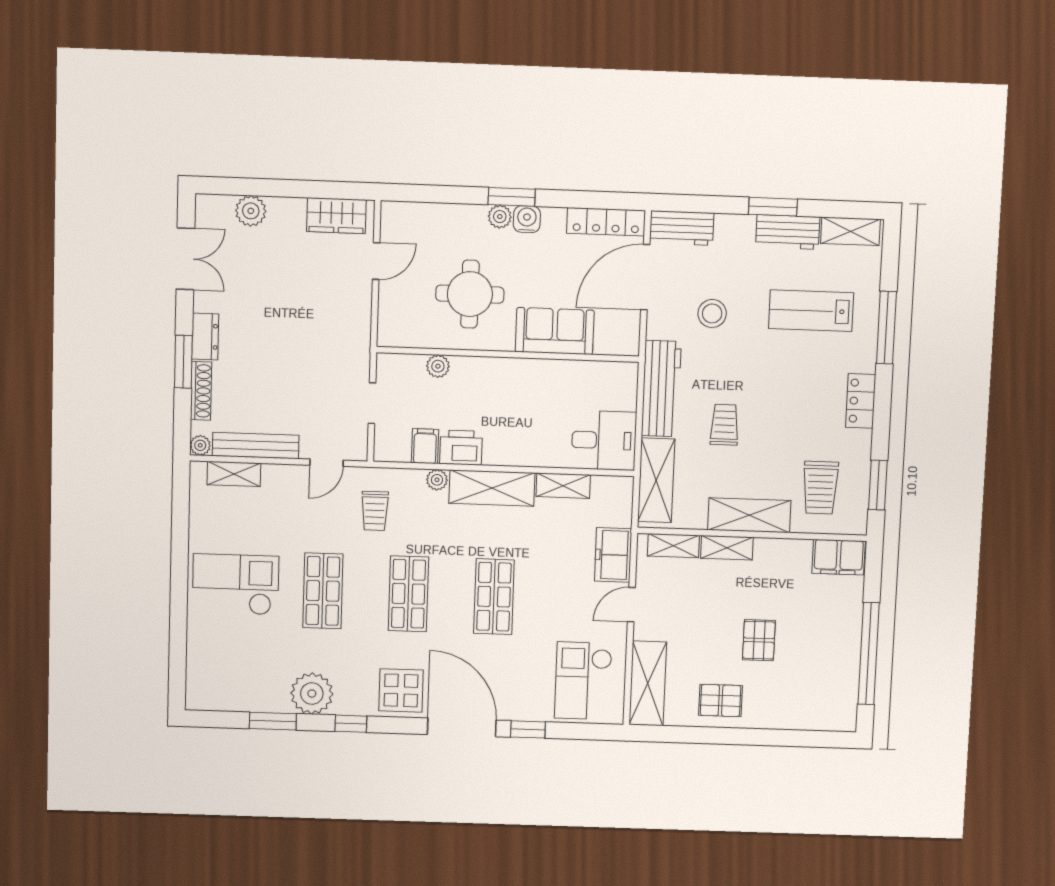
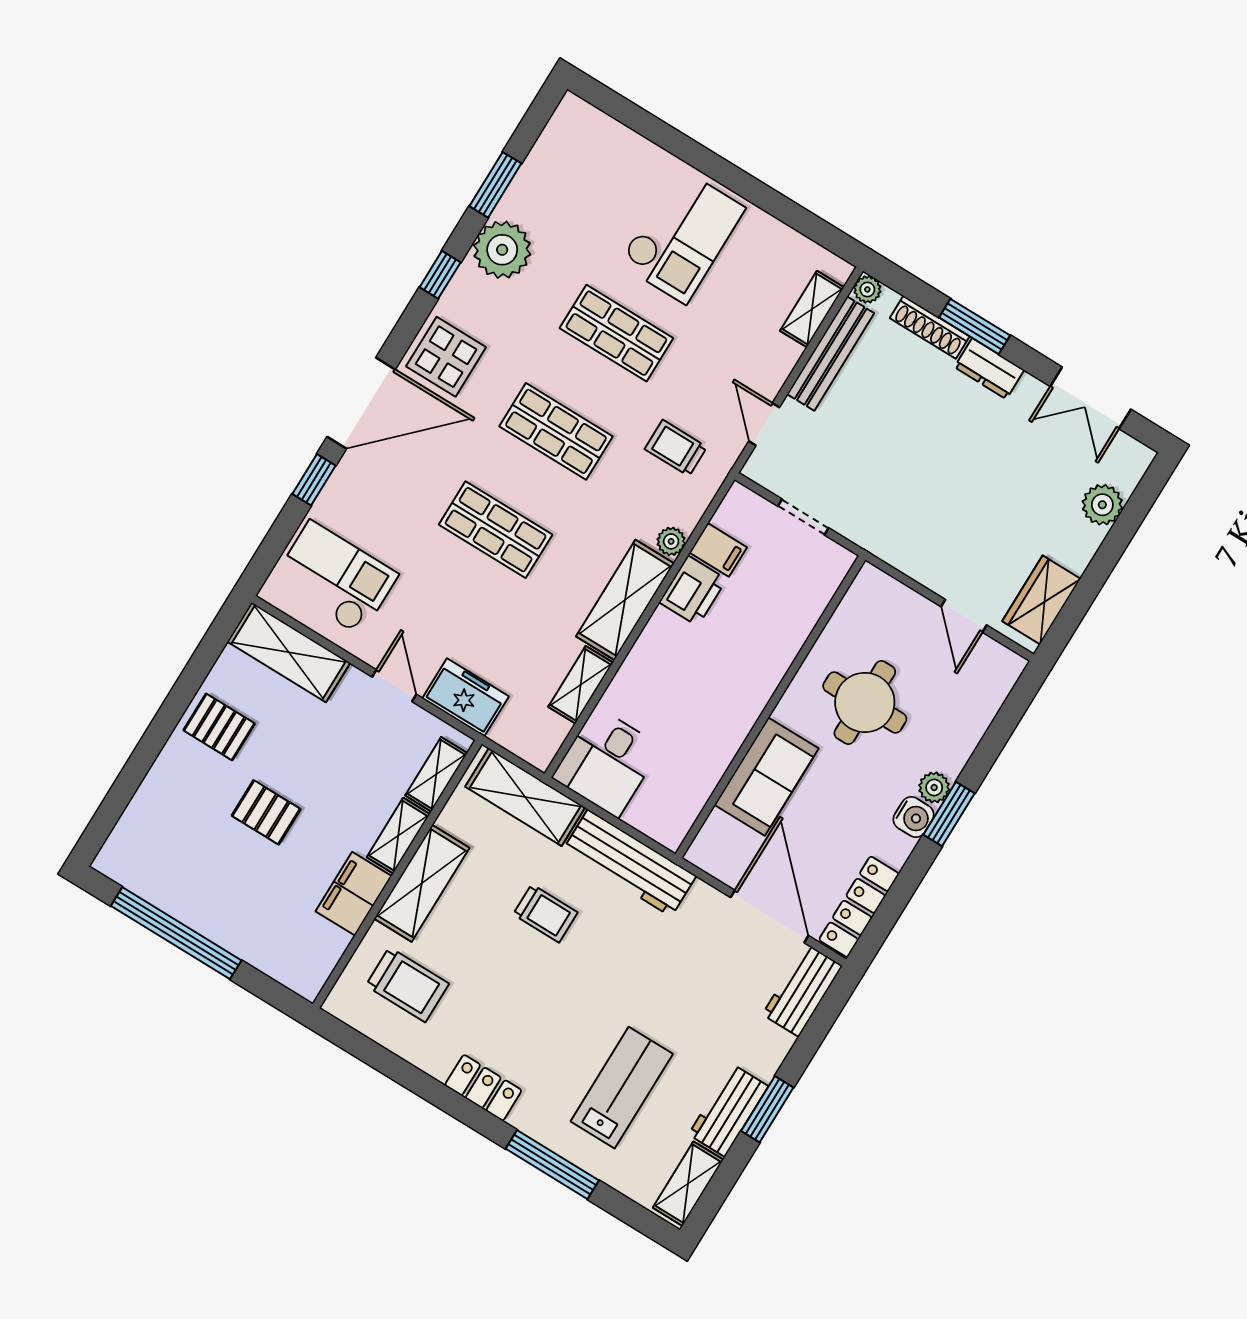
stool: (712, 313) -> (684, 971), removed
plant: (438, 366) -> (803, 618), removed
window: (878, 485) -> (372, 1054), removed
trolley: (820, 488) -> (407, 985), turned 180
filing cabinet: (839, 557) -> (354, 894), moved
pallet: (721, 700) -> (219, 727), turned 90

